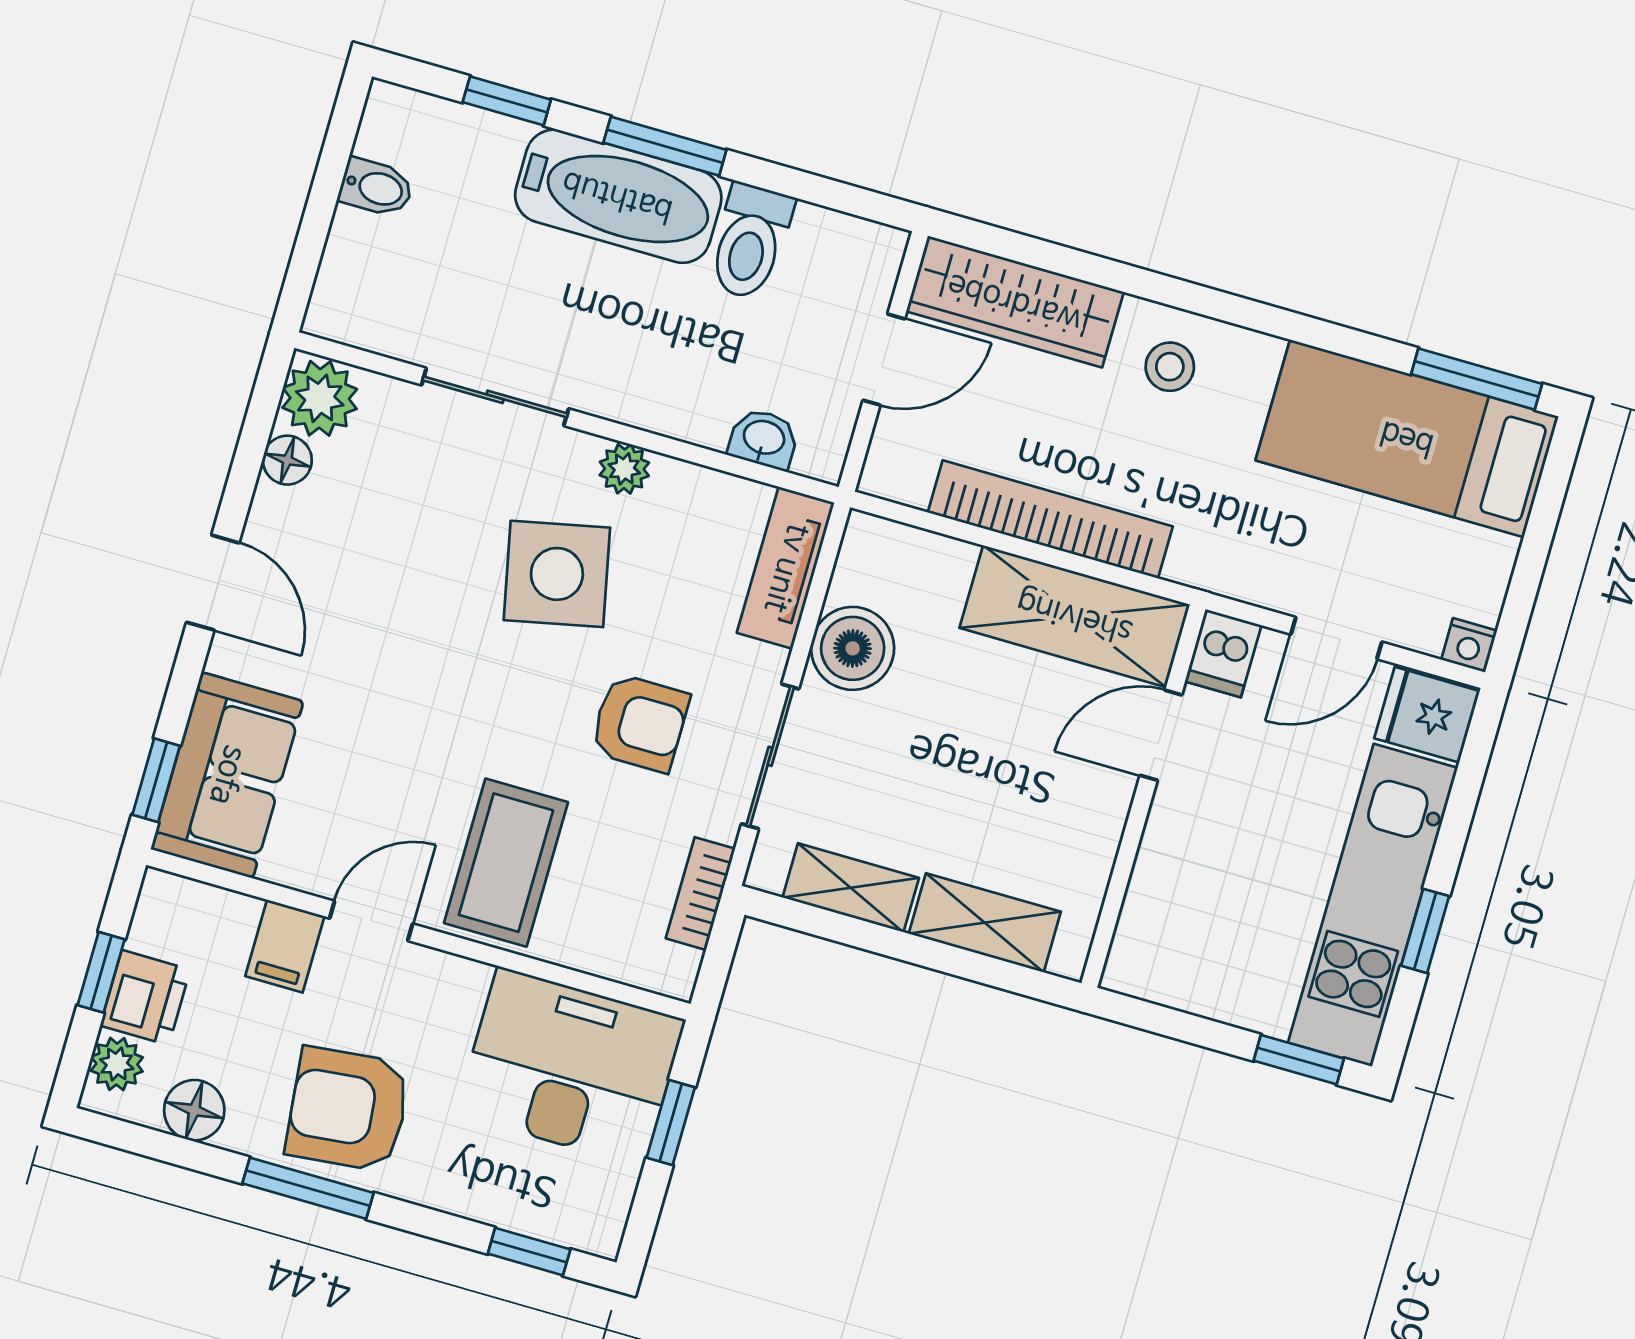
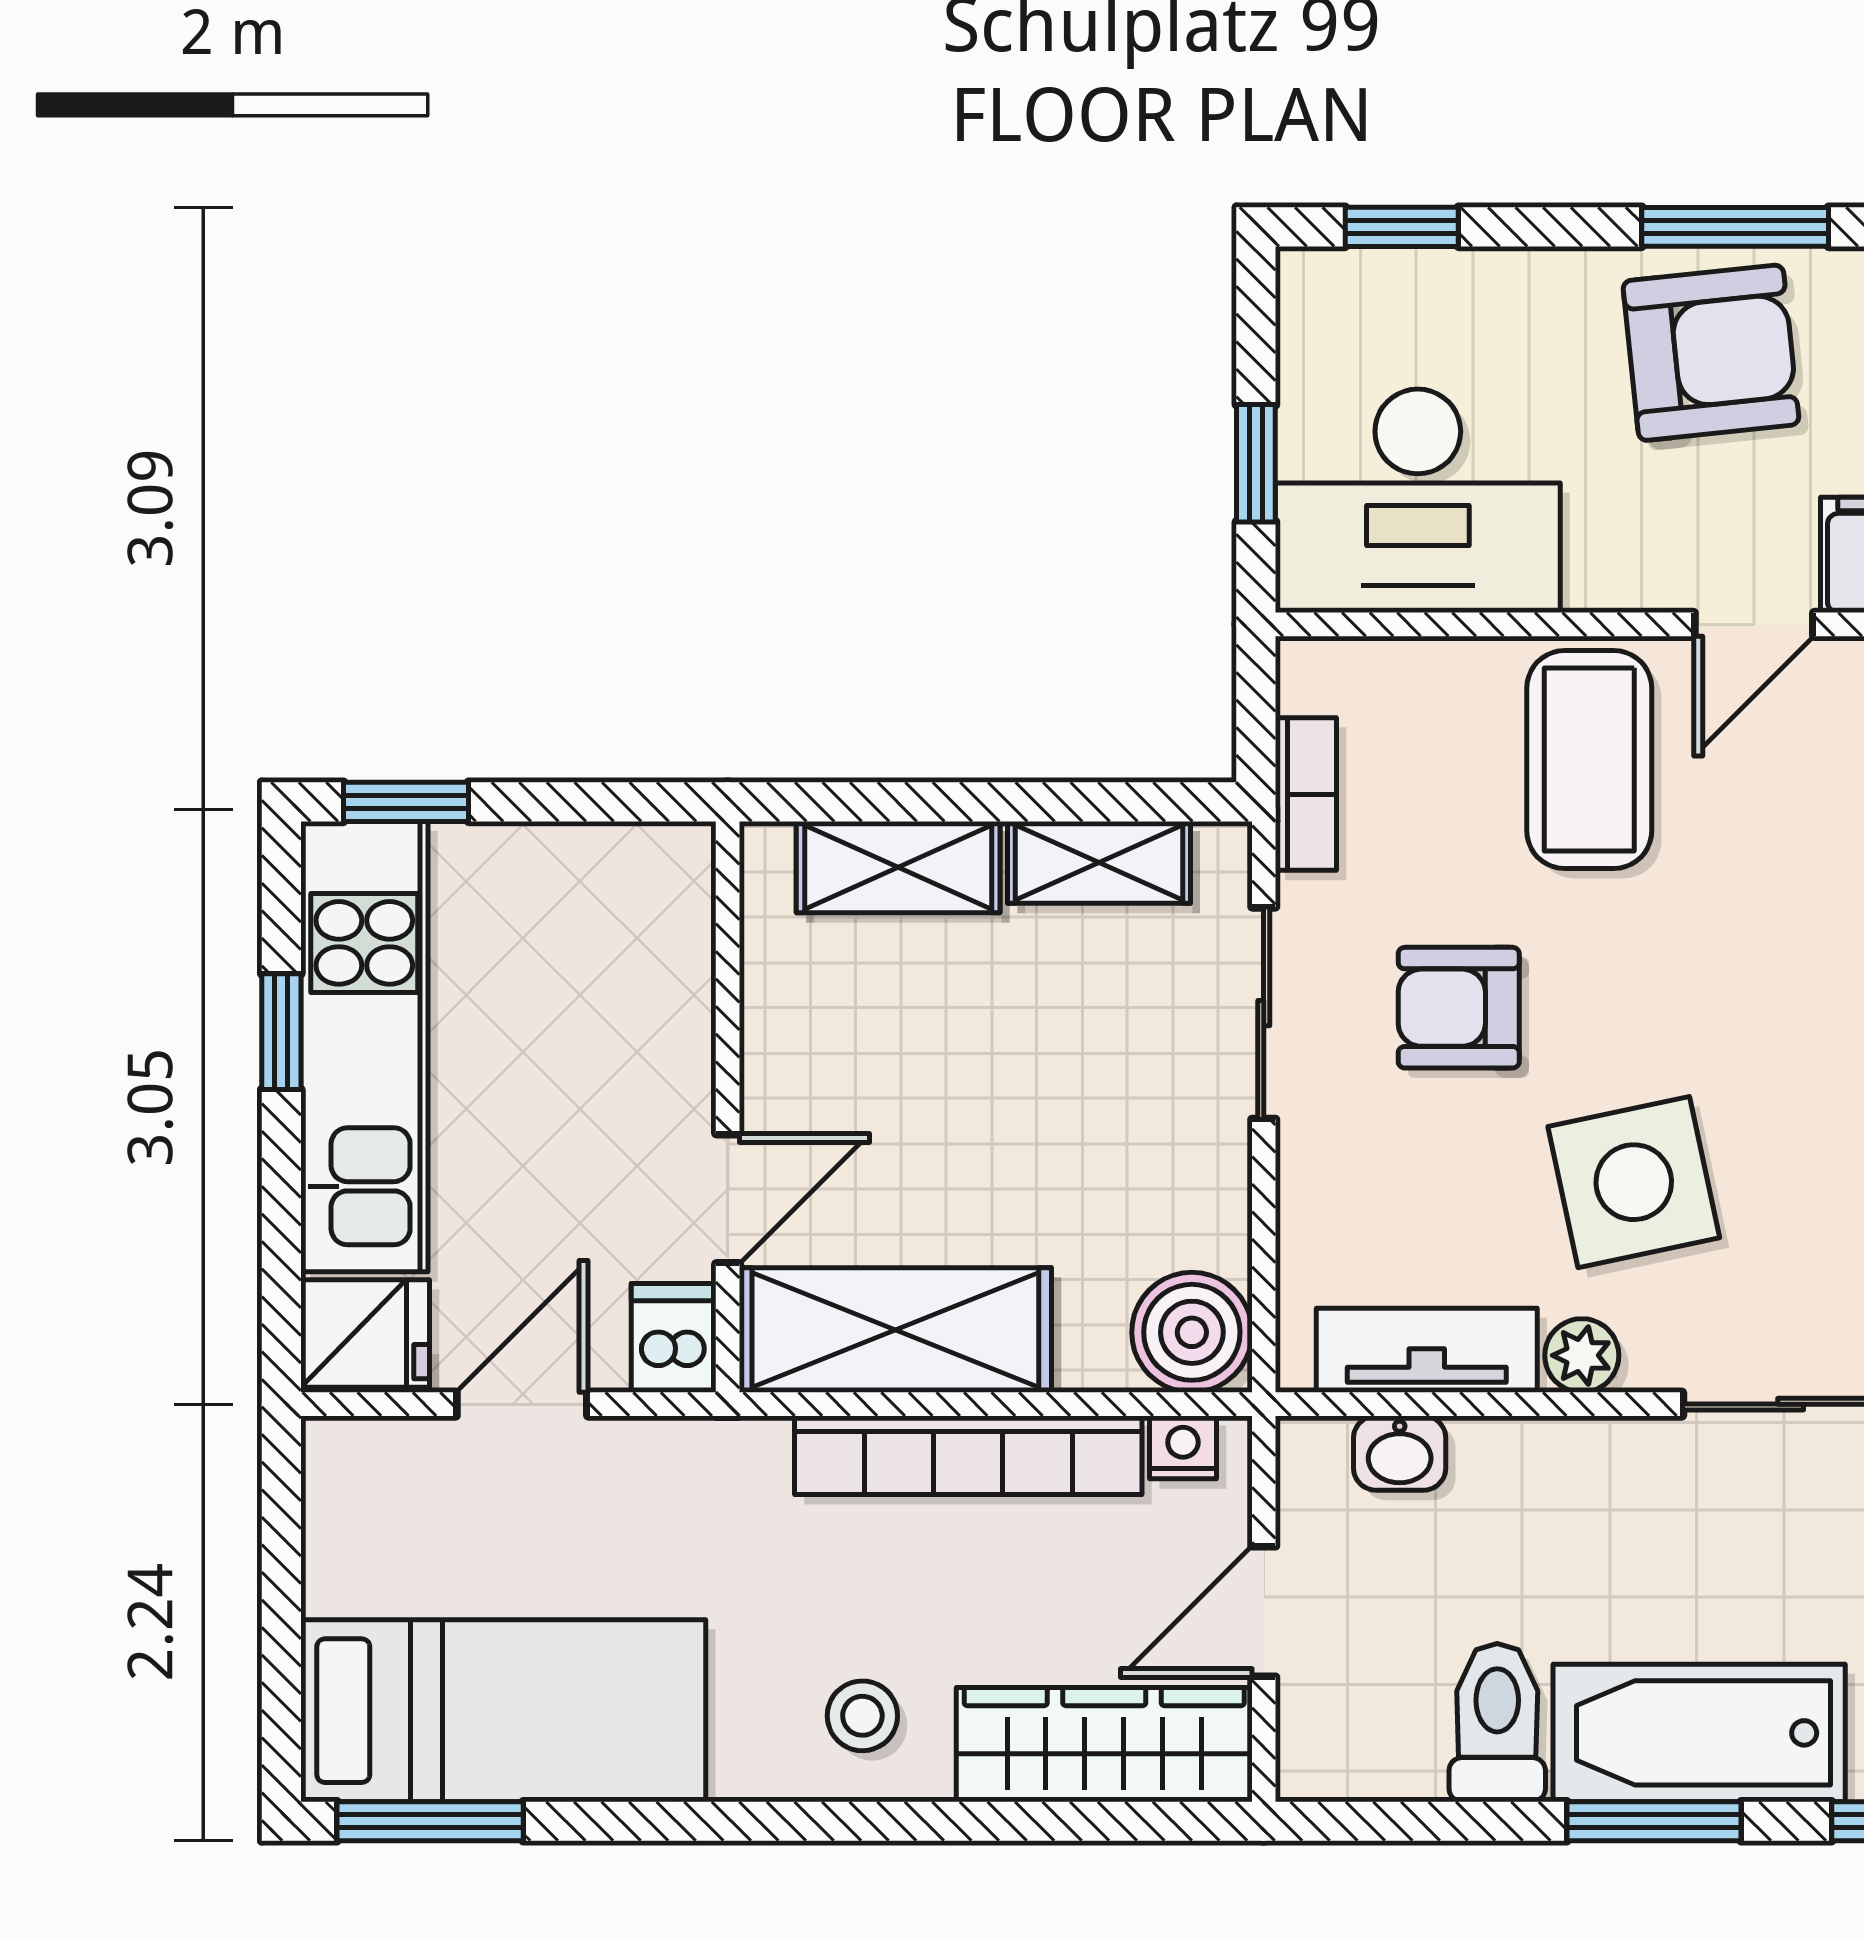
tv unit: (786, 568) -> (1427, 1350), moved, turned -90
nightstand: (1469, 645) -> (1183, 1447), moved
boiler: (853, 648) -> (1192, 1332), moved

